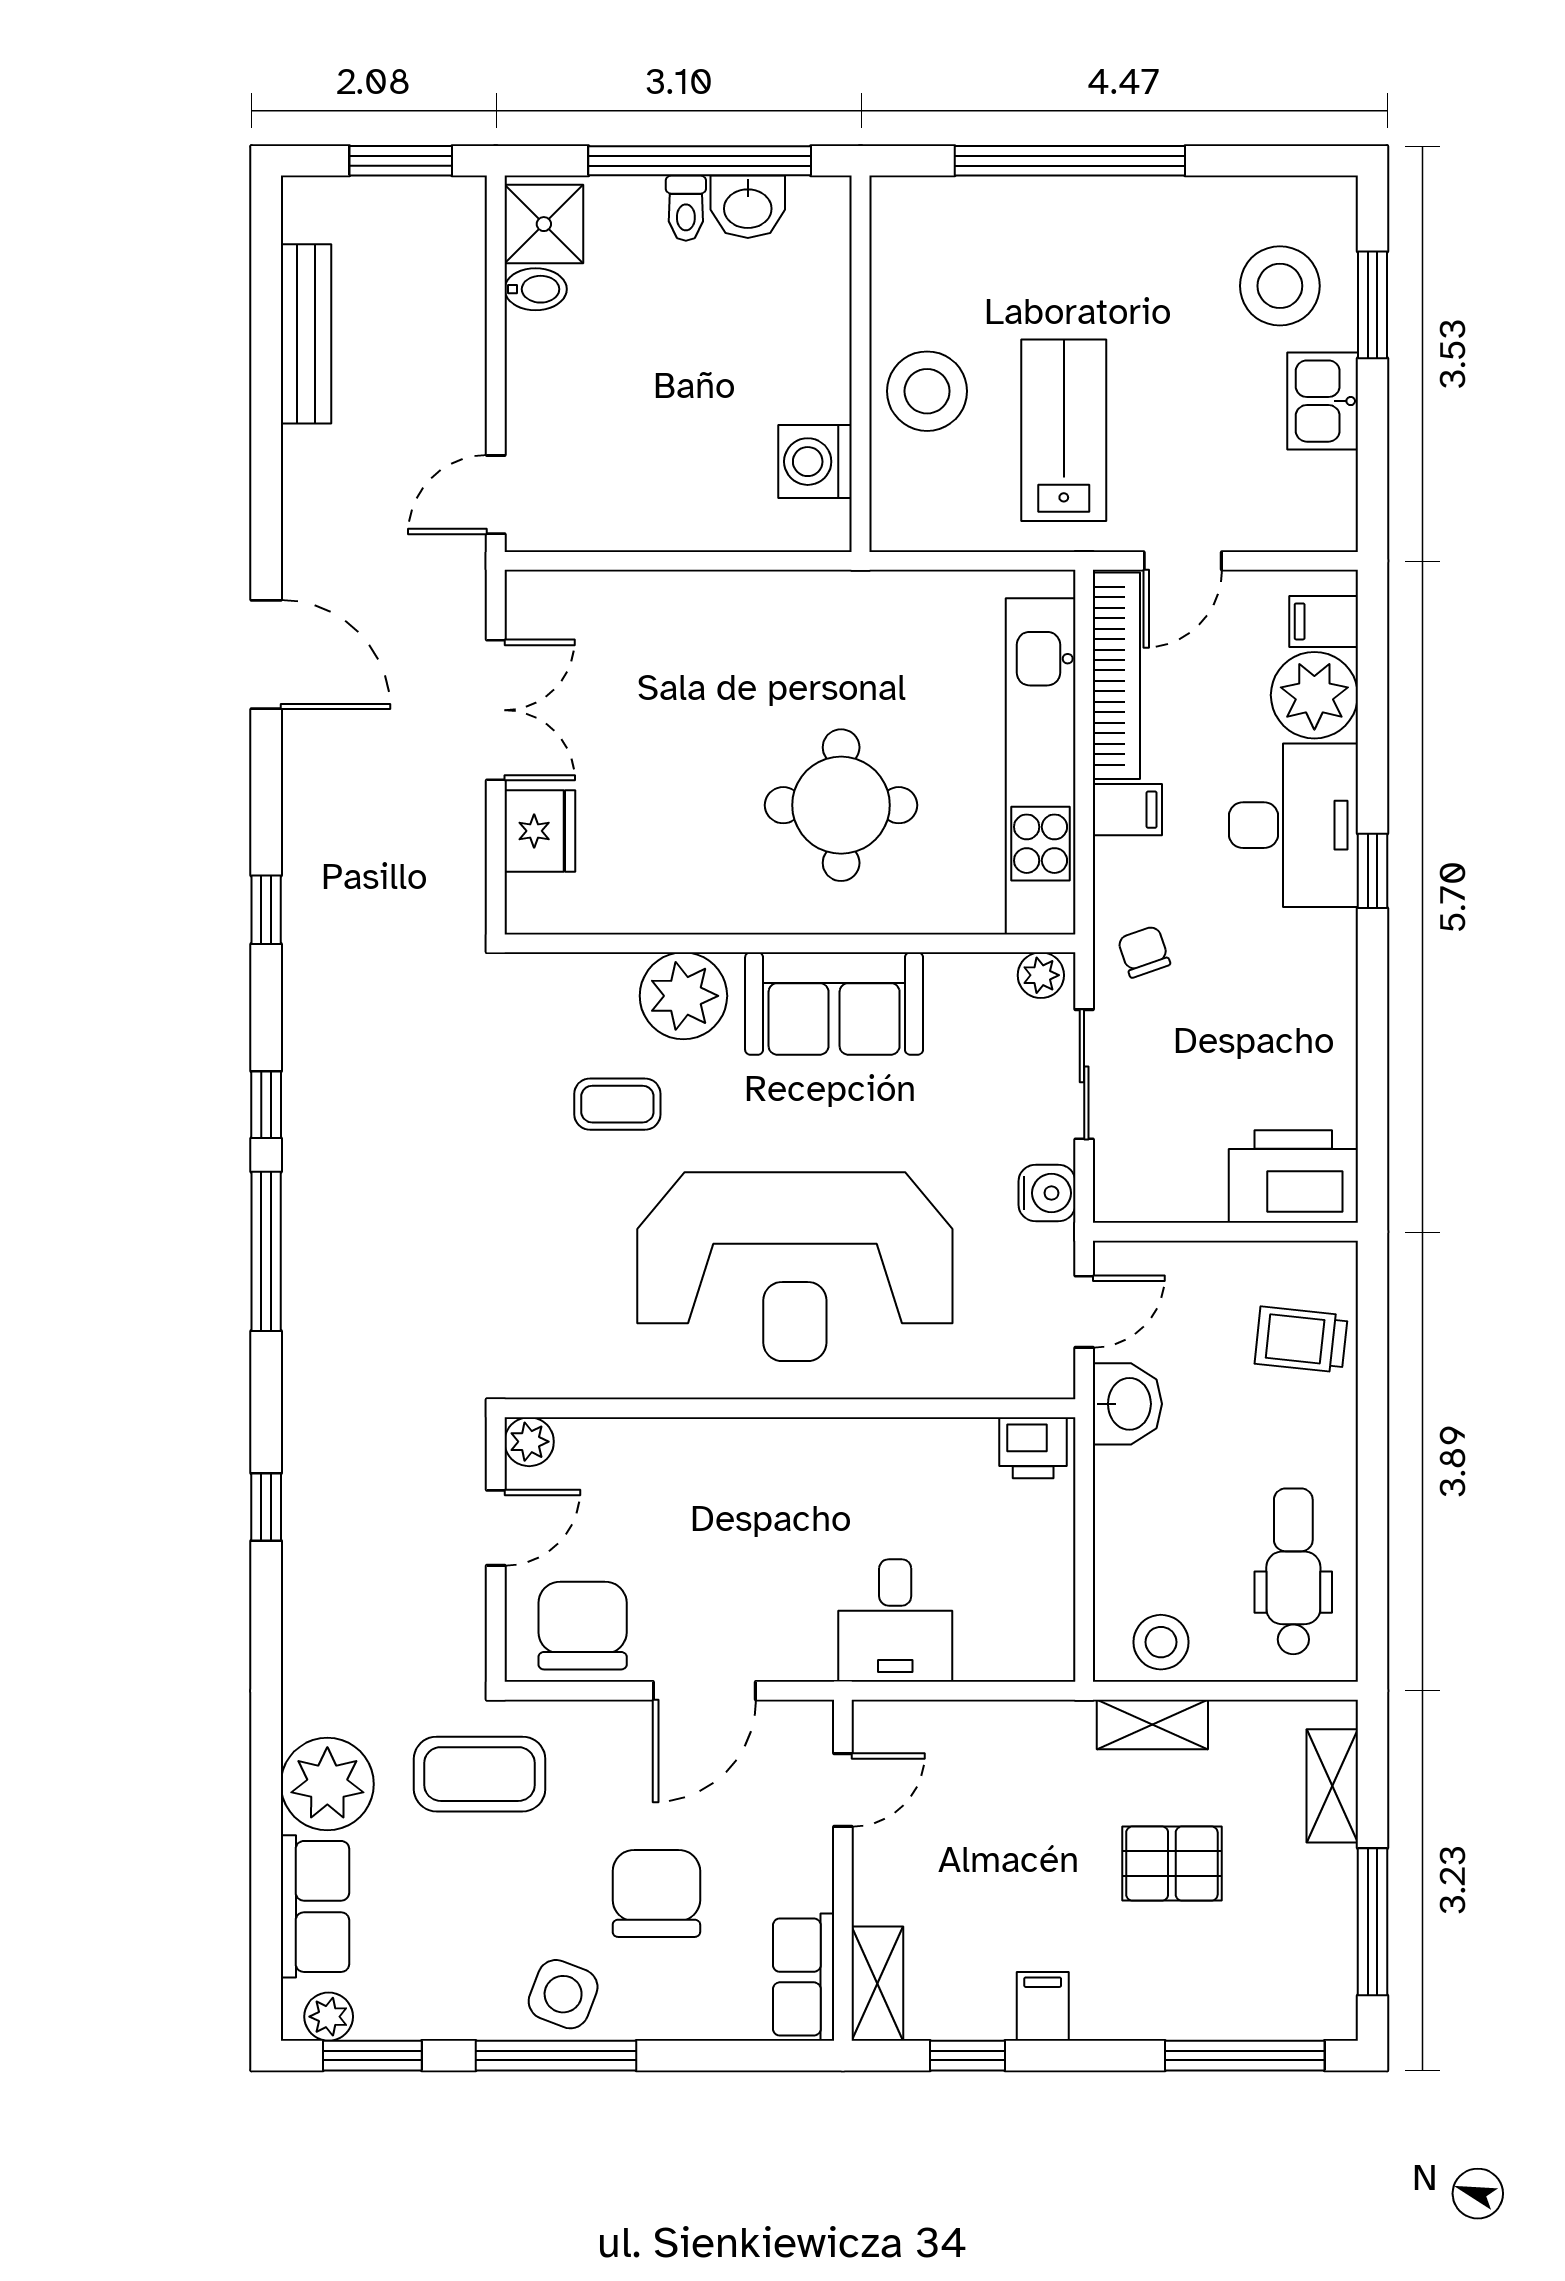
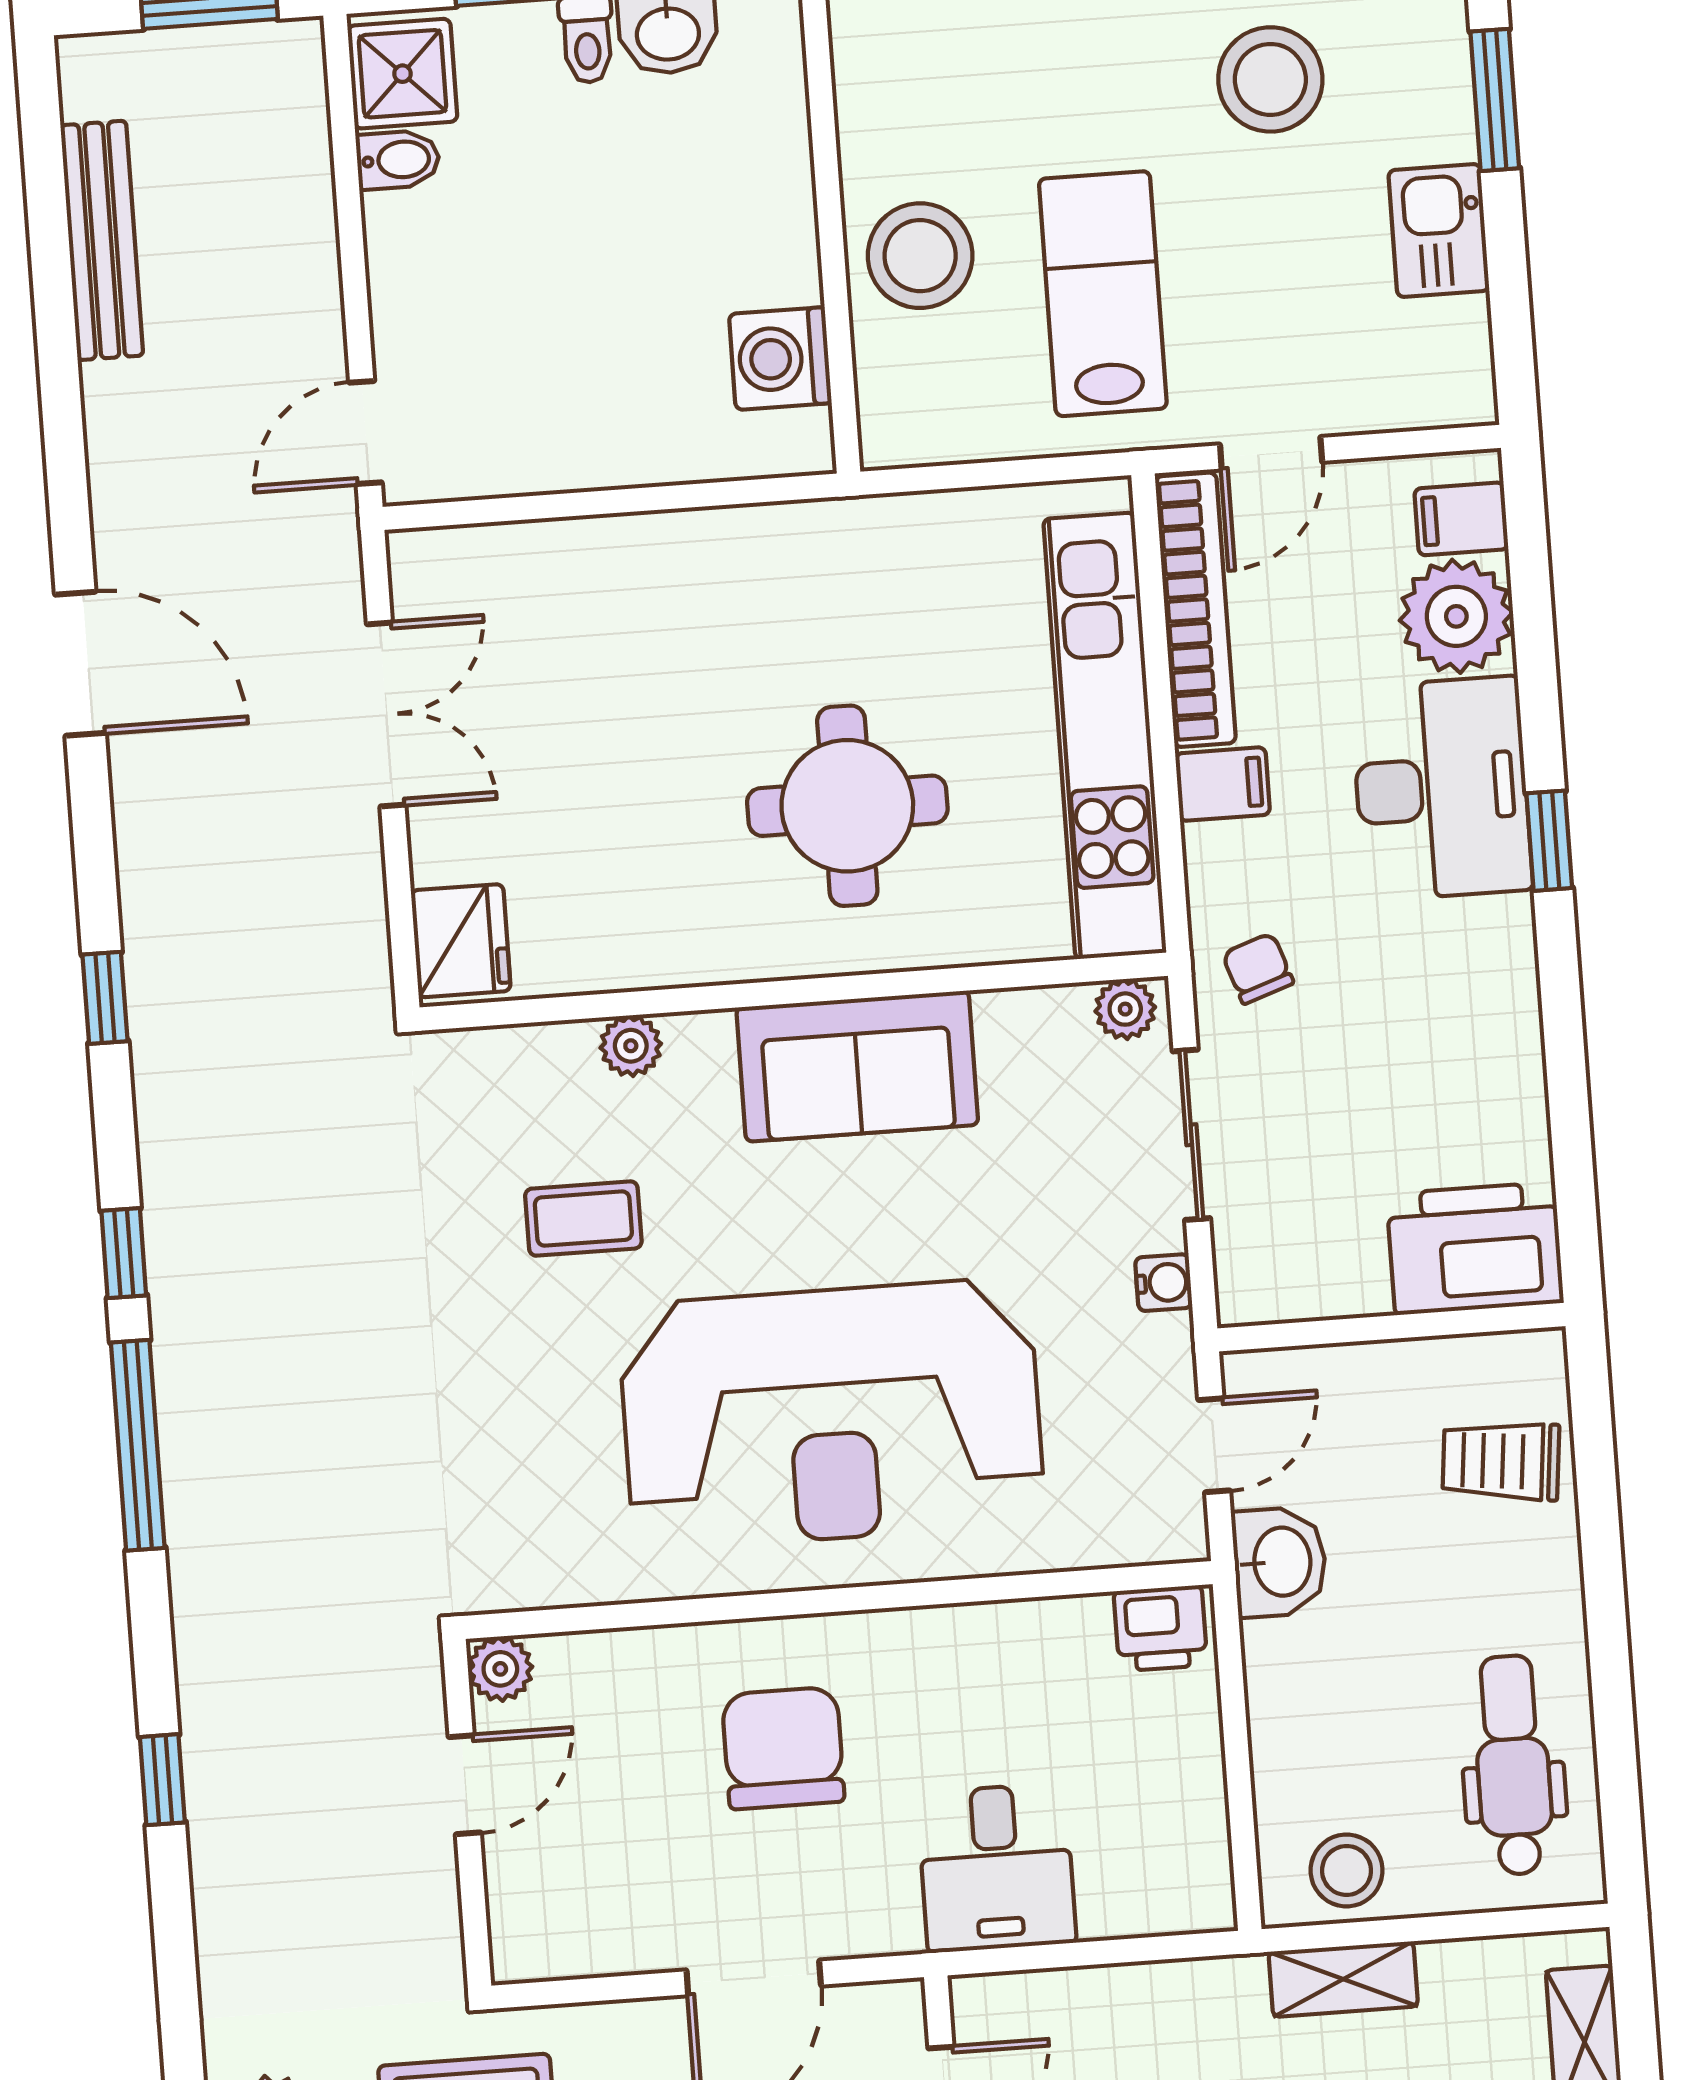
stool: (1280, 286) -> (1270, 79), moved
fridge: (540, 831) -> (461, 941), moved
plant: (683, 996) -> (631, 1046), width x0.53, depth x0.53
water cooler: (1047, 1193) -> (1164, 1283), width x0.72, depth x0.72
chair: (583, 1626) -> (783, 1748), moved

